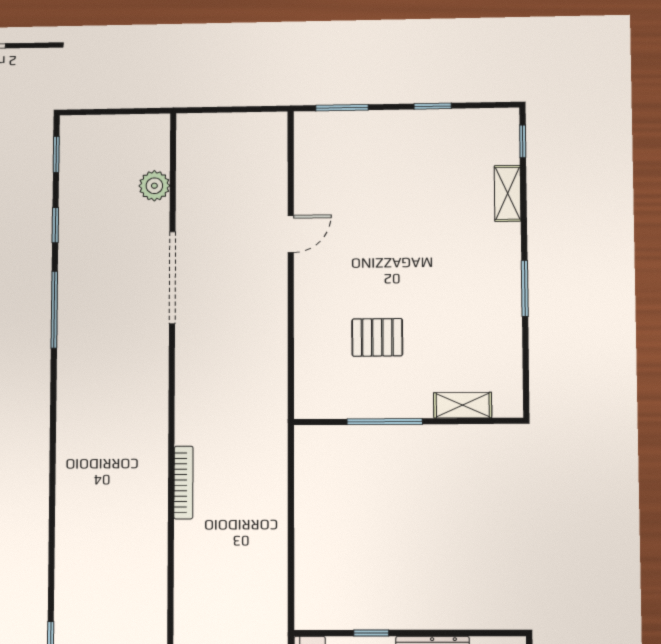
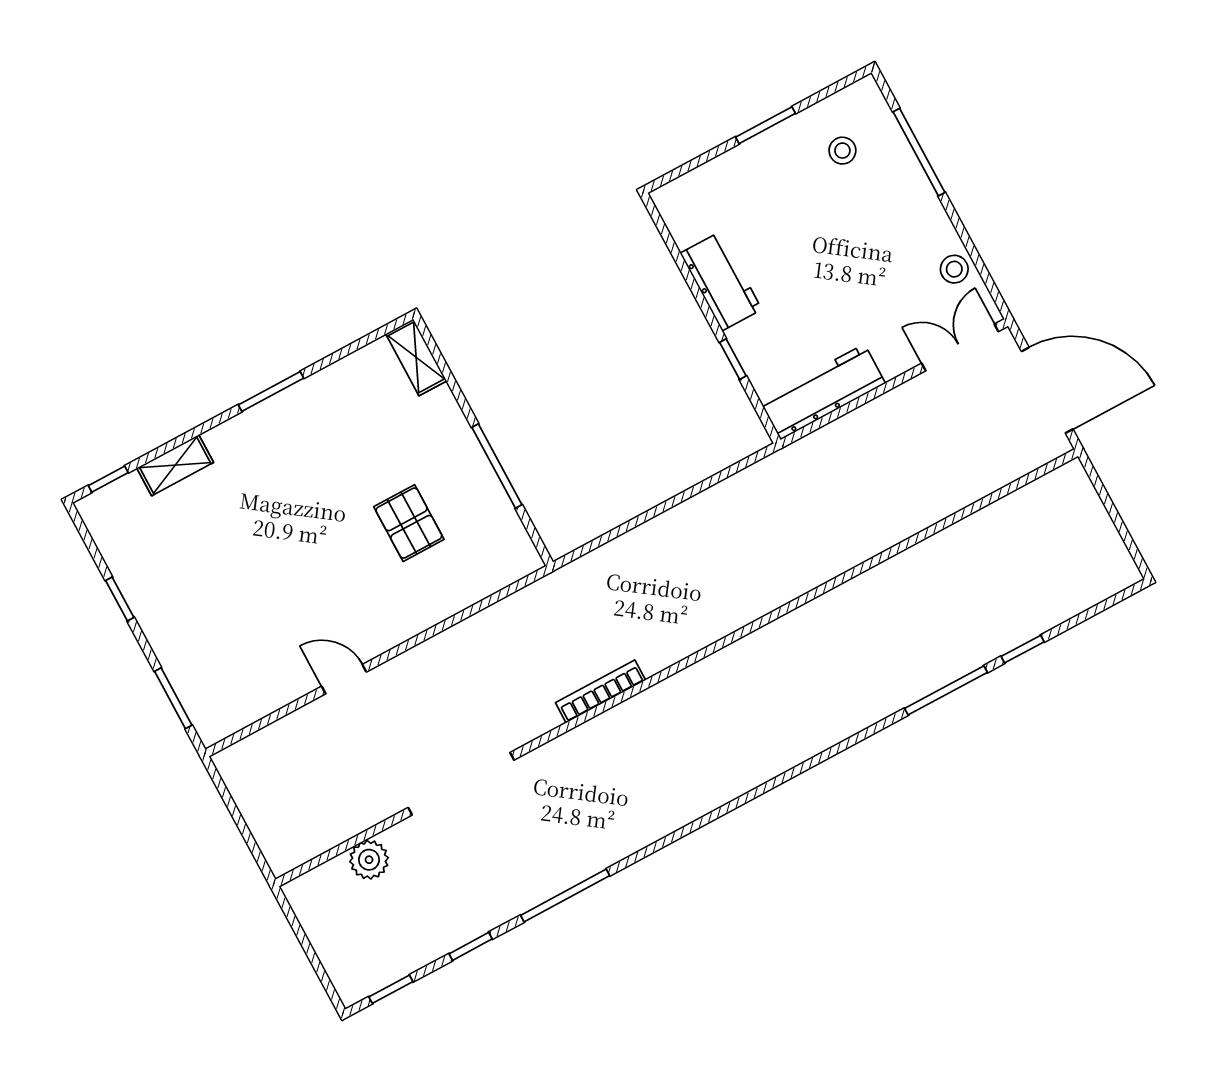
shelving: (463, 405) -> (416, 357), moved
bookcase: (183, 483) -> (601, 691), moved

